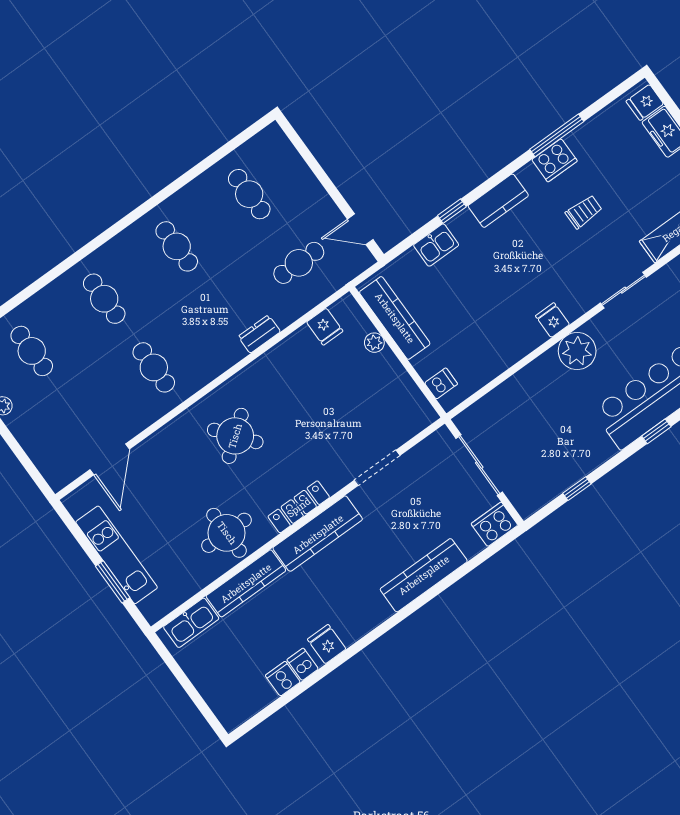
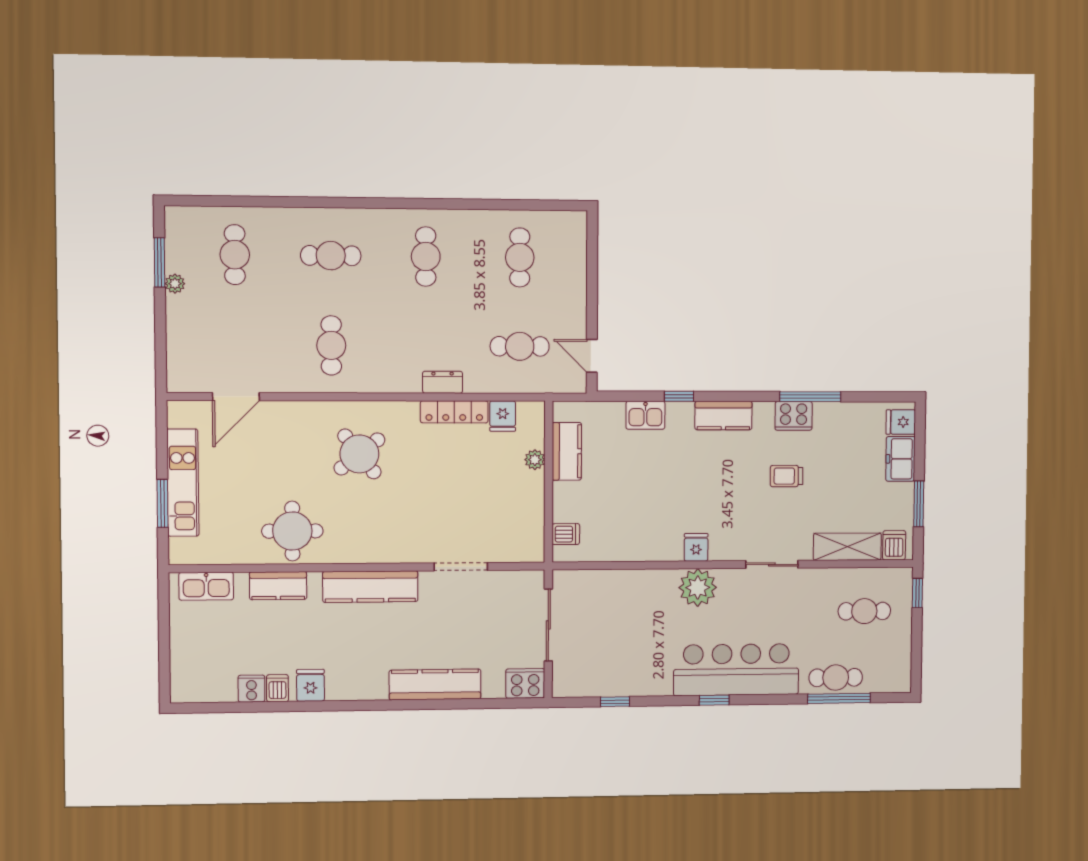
trolley: (584, 212) -> (787, 476), turned 180
cafe table: (104, 299) -> (331, 256), turned 90
kitchen counter: (395, 318) -> (567, 451), width x0.67
locker: (299, 507) -> (454, 412), moved, turned 180
kitchen counter: (246, 583) -> (278, 586), width x0.67

